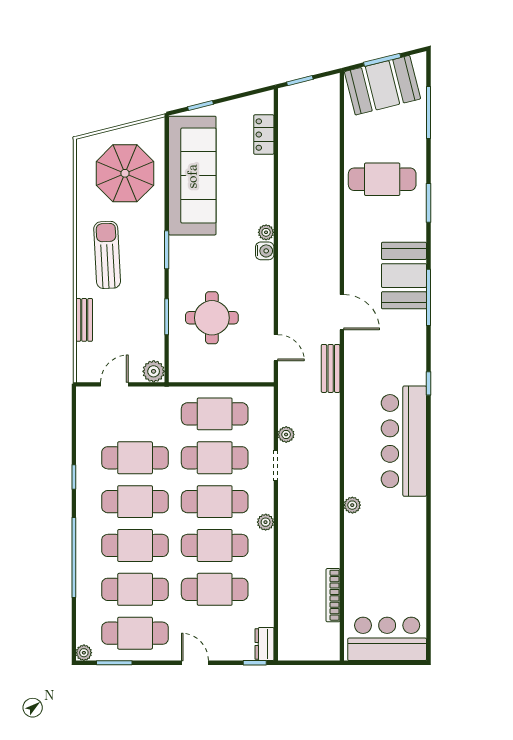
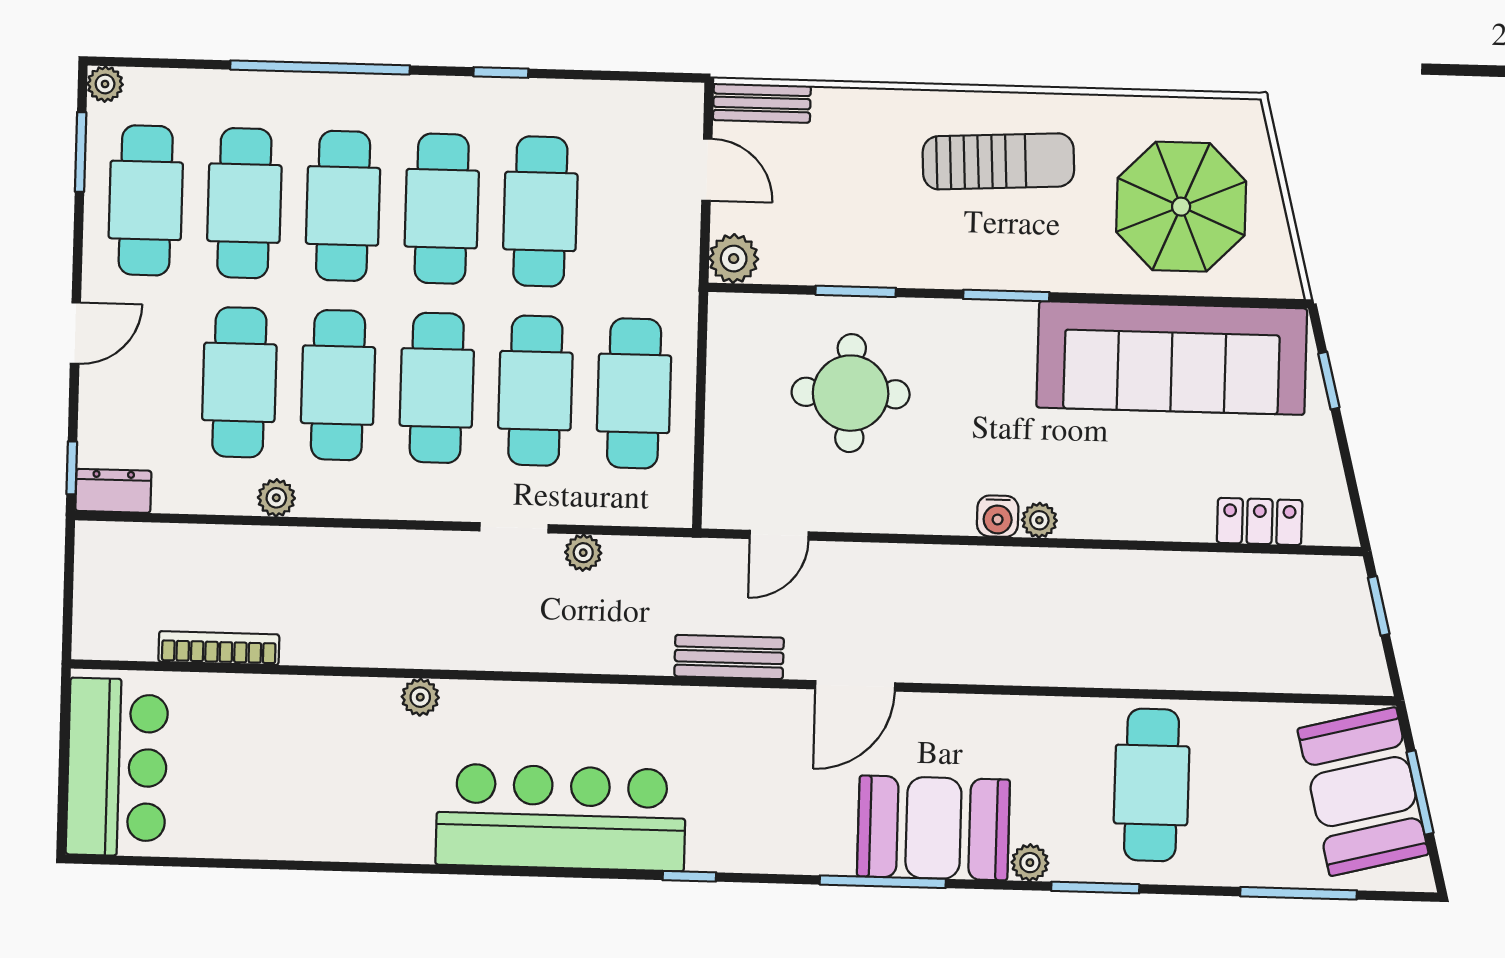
plant: (418, 232) -> (1030, 863), added
bench: (84, 320) -> (762, 103), moved
plant: (266, 522) -> (276, 498), moved

